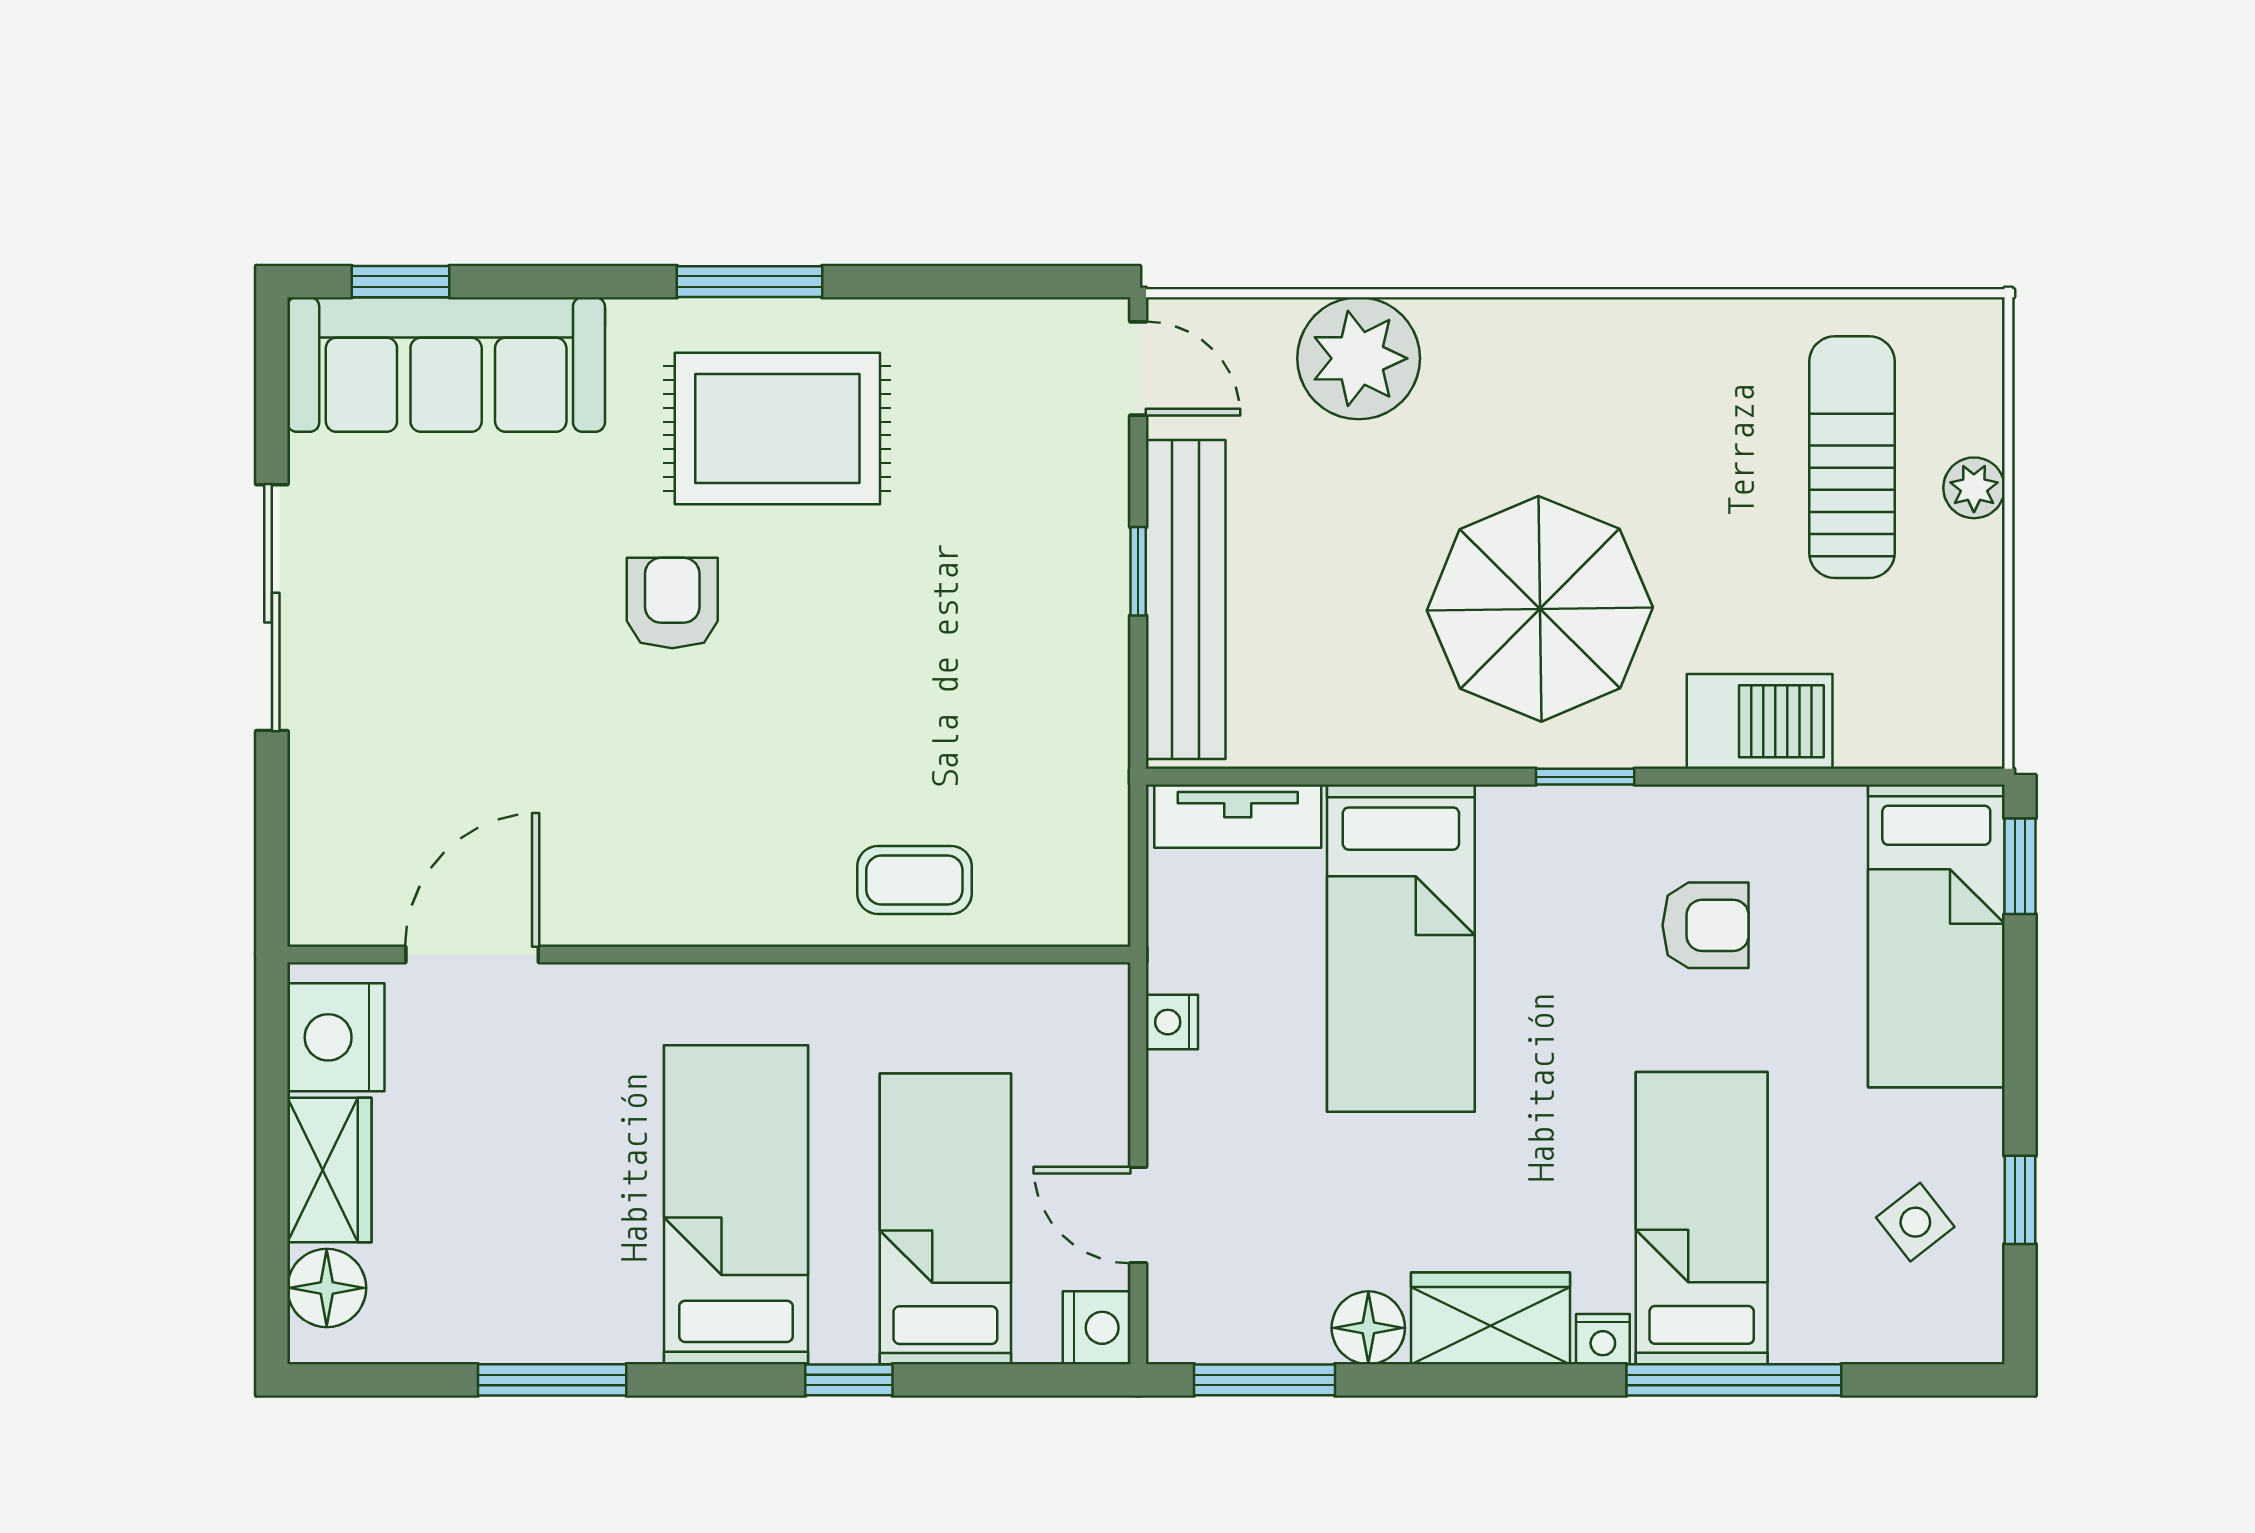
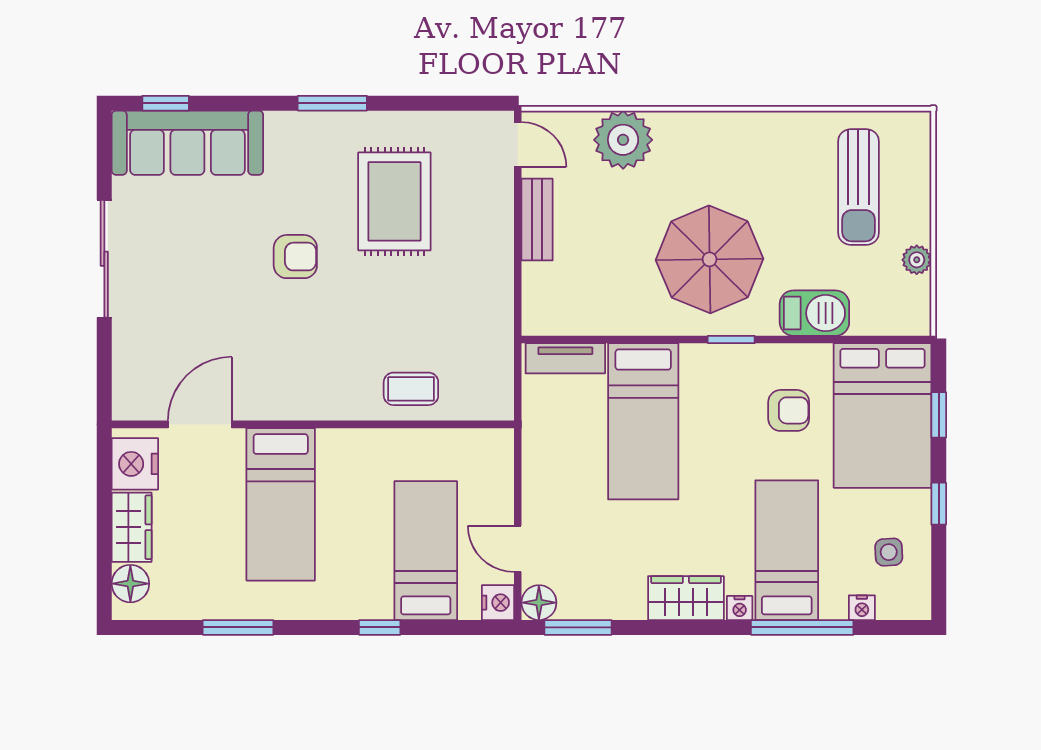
rug: (777, 428) -> (394, 201), moved, turned 90
sun lounger: (1852, 457) -> (858, 187), turned 180
plant: (1974, 488) -> (917, 260), moved
window: (1138, 571) -> (518, 241), removed
bench: (1186, 599) -> (537, 220), width x0.54, depth x0.82
armchair: (672, 603) -> (295, 257), turned 90
window: (2020, 866) -> (939, 415), moved
bed: (1936, 936) -> (882, 415), width x1.50
nightstand: (1172, 1022) -> (862, 608), moved, turned -90
window: (2020, 1200) -> (939, 504), moved
bed: (736, 1205) -> (281, 504), moved, turned 180
side table: (1915, 1222) -> (889, 552), turned 35
floor lamp: (1368, 1328) -> (539, 603), moved

